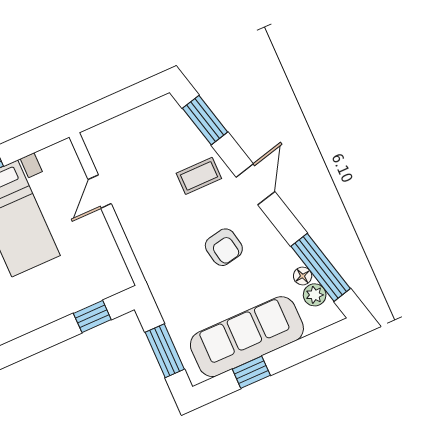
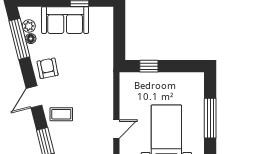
armchair: (224, 247) -> (48, 68), moved
sofa: (247, 337) -> (65, 20), width x0.73
window: (165, 351) -> (119, 32), removed

